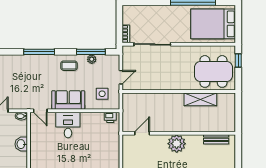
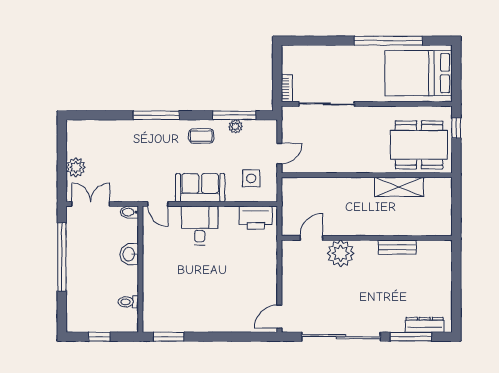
printer: (110, 117) -> (256, 218), width x1.87, depth x1.48
bench: (216, 139) -> (397, 247), moved
plant: (177, 144) -> (341, 253), moved

